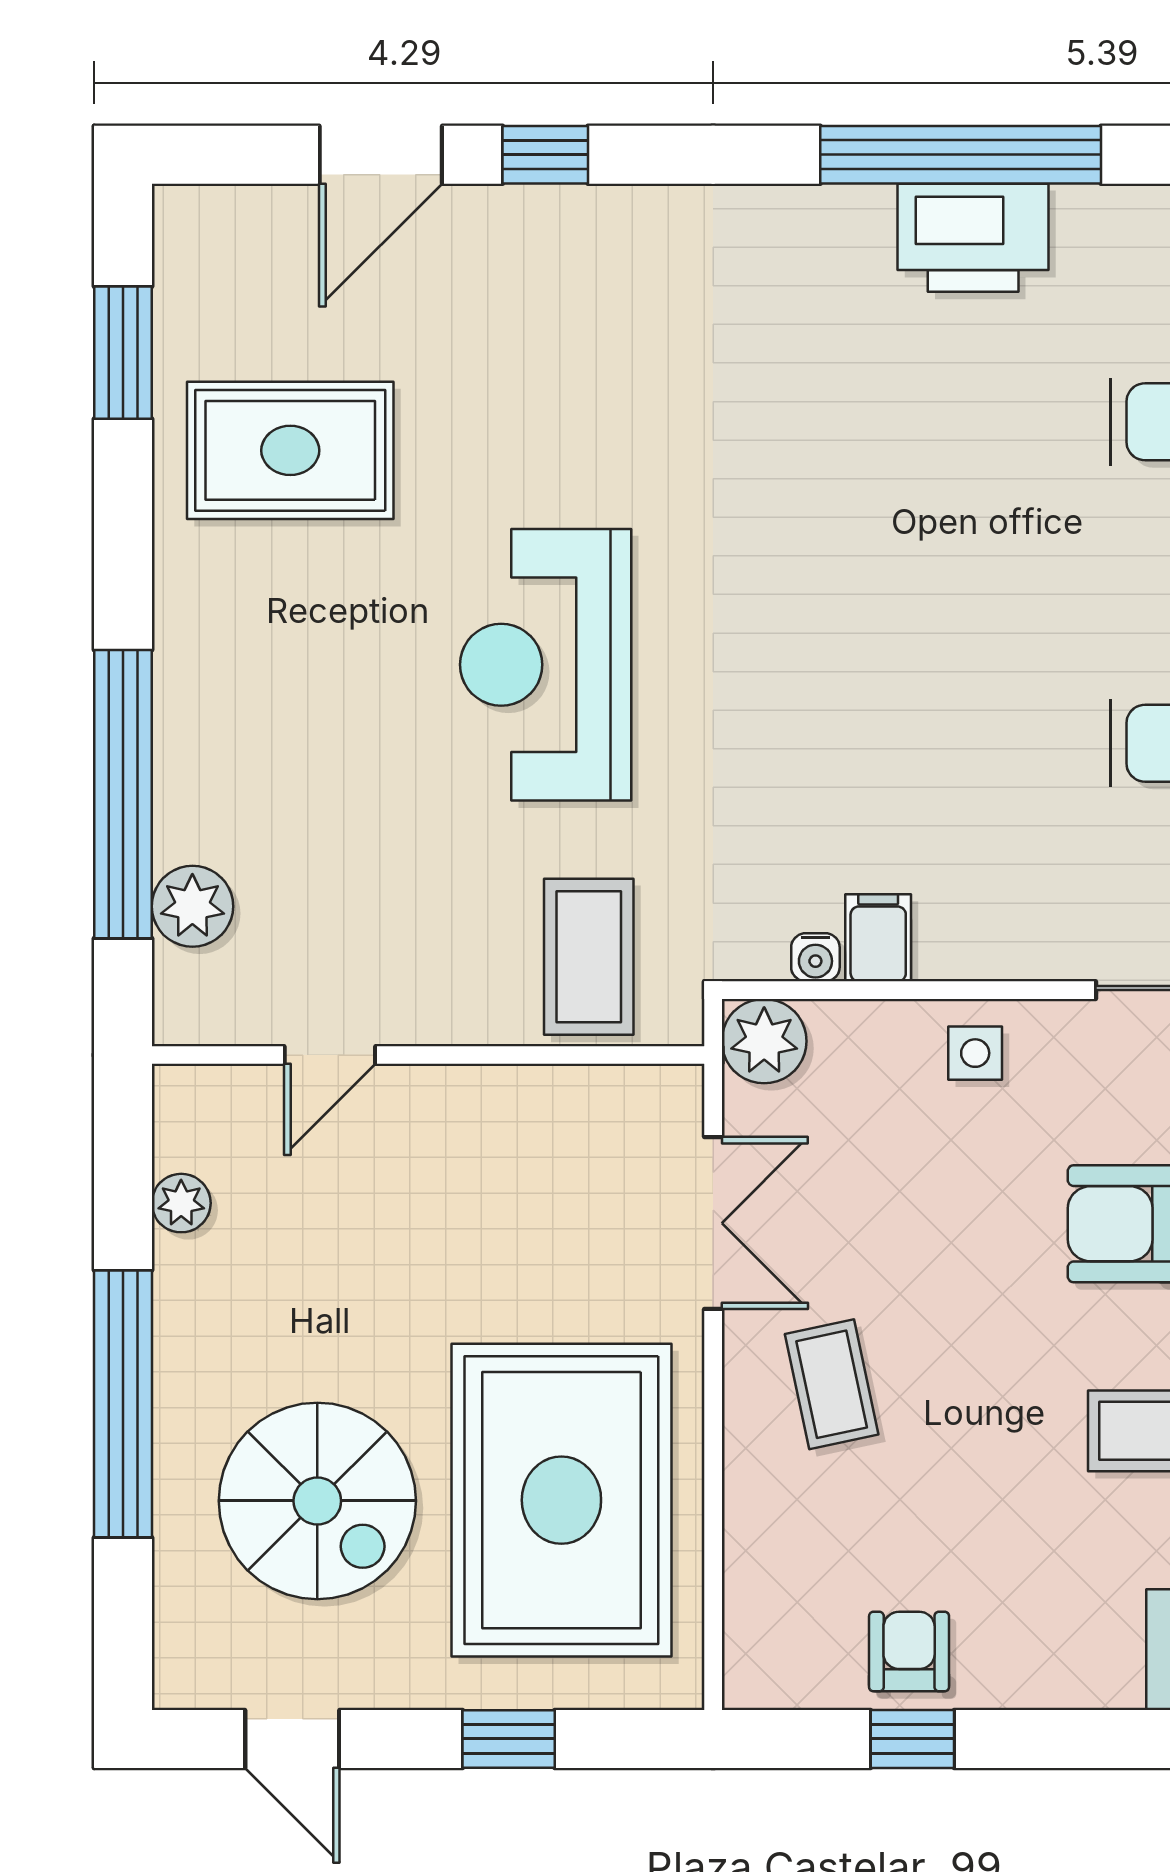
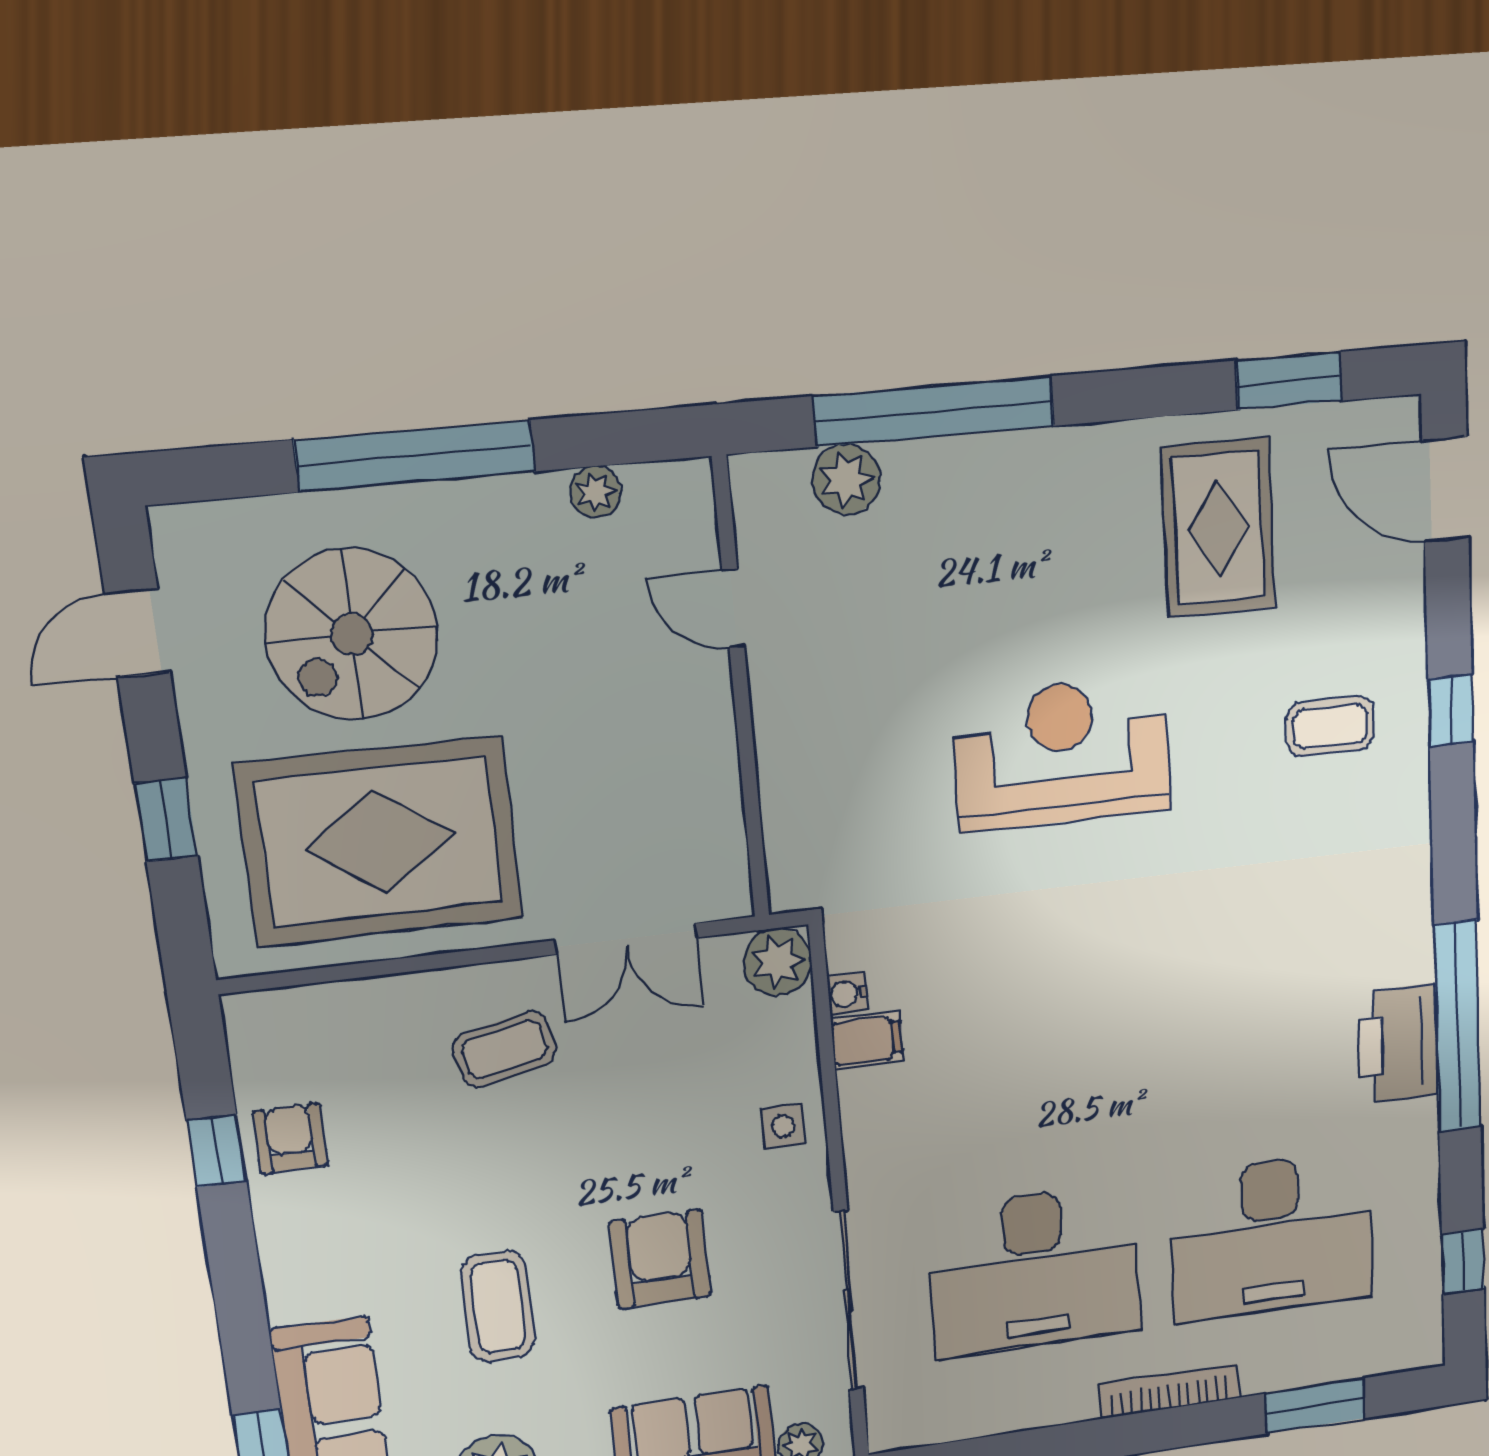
door: (381, 155) -> (1446, 489), moved
coffee table: (589, 957) -> (1330, 726), moved, width x0.73, depth x0.77
armchair: (909, 1652) -> (290, 1139), turned -90

